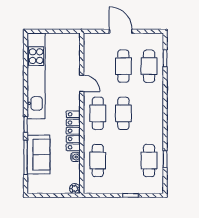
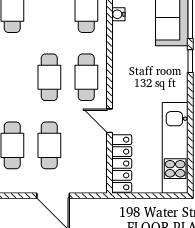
kitchen unit: (36, 76) -> (175, 148), width x0.73
locker: (73, 131) -> (122, 163), moved

